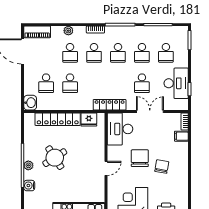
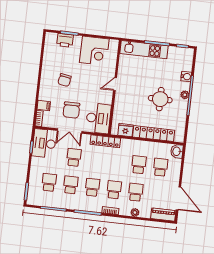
desk: (176, 83) -> (44, 143), moved
round table: (55, 158) -> (160, 99), turned 33
chair: (140, 158) -> (71, 110), moved

